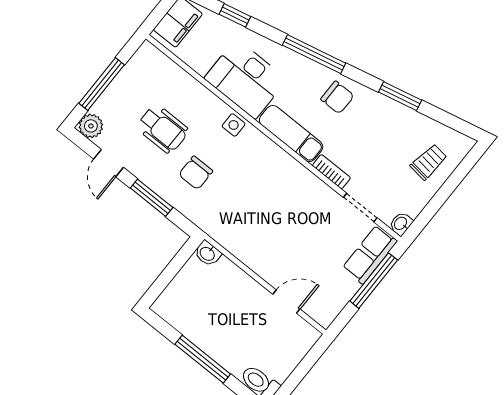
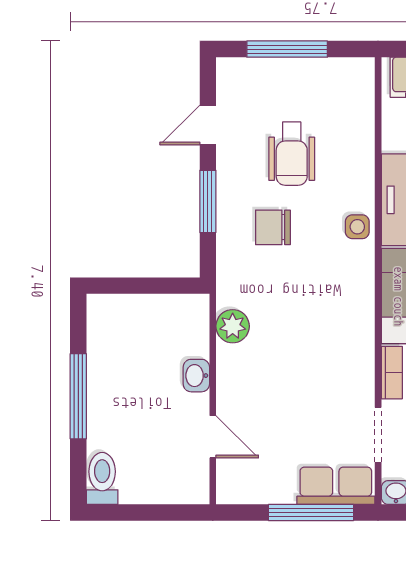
plant: (91, 126) -> (233, 326), moved
washbasin: (208, 253) -> (196, 376), moved

